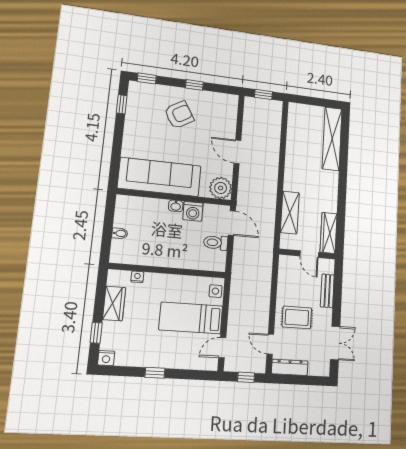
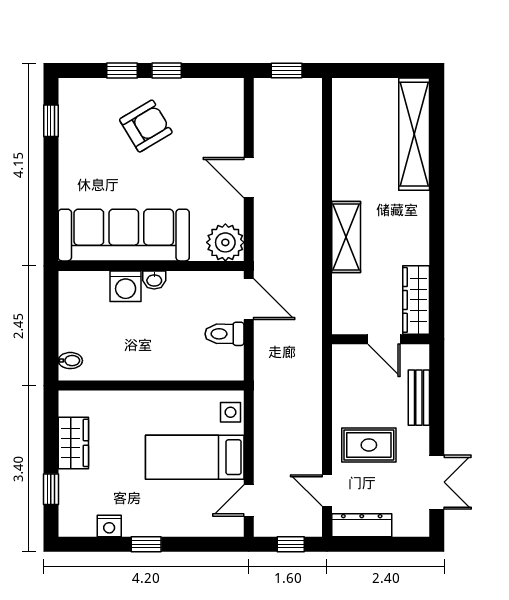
window: (147, 78) -> (122, 71), moved
washing machine: (193, 211) -> (126, 286), moved
shelving: (290, 213) -> (346, 237), moved
bidet: (120, 233) -> (70, 361), moved
nightstand: (137, 277) -> (105, 399), removed
nightstand: (106, 358) -> (109, 526), moved

